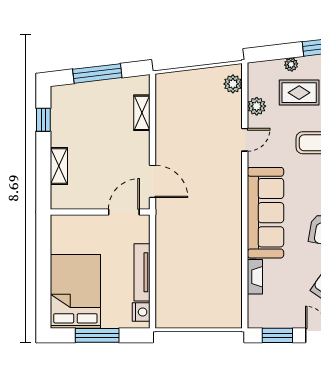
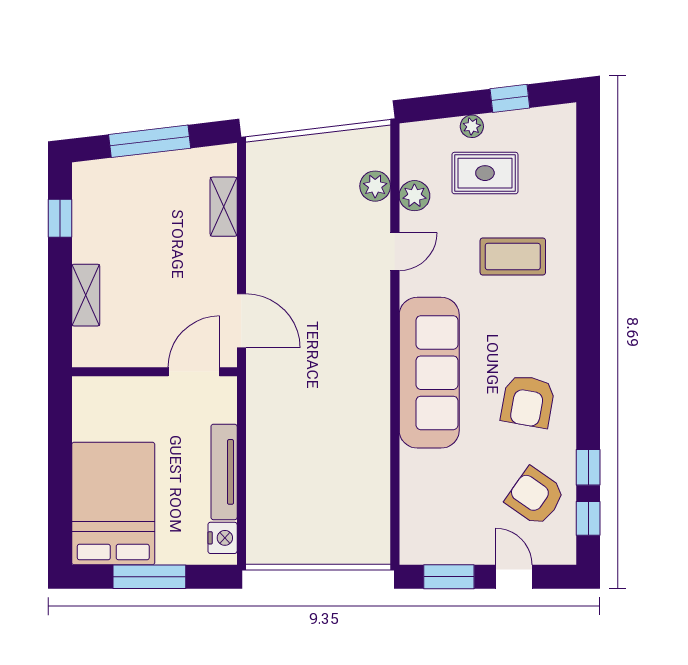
plant: (233, 84) -> (375, 186), moved
fireplace: (255, 277) -> (412, 479), removed

